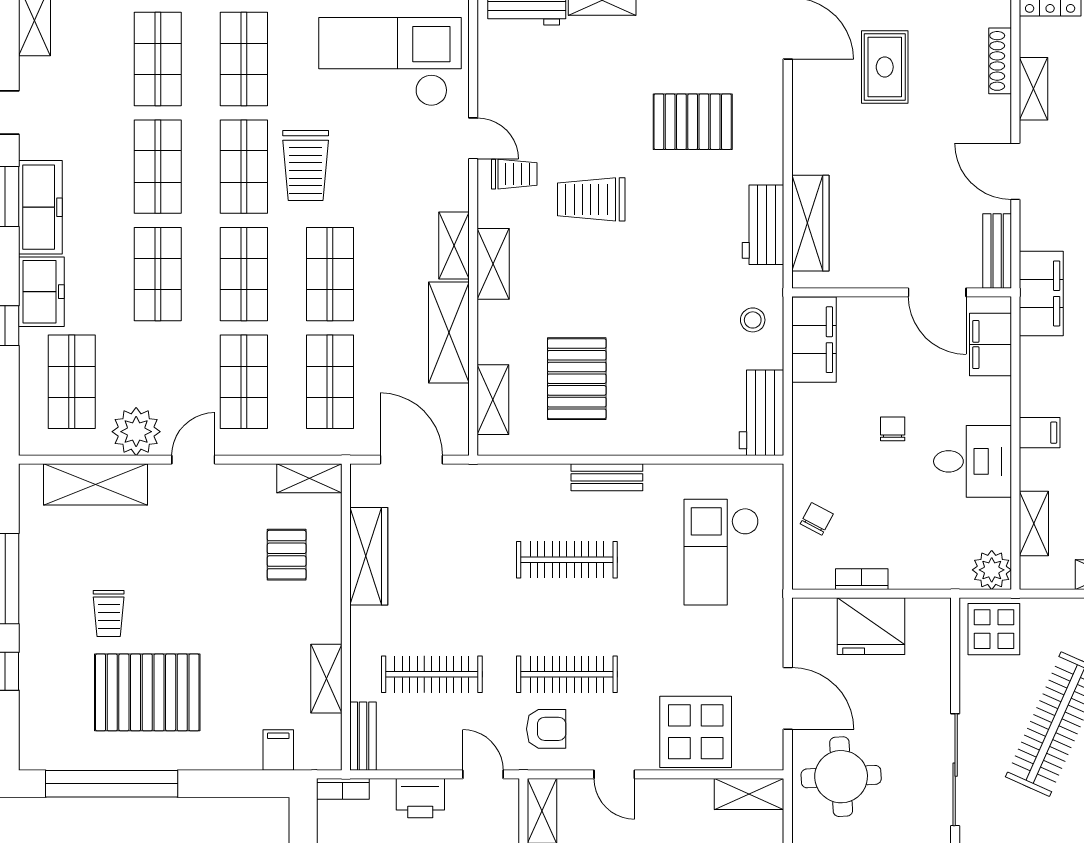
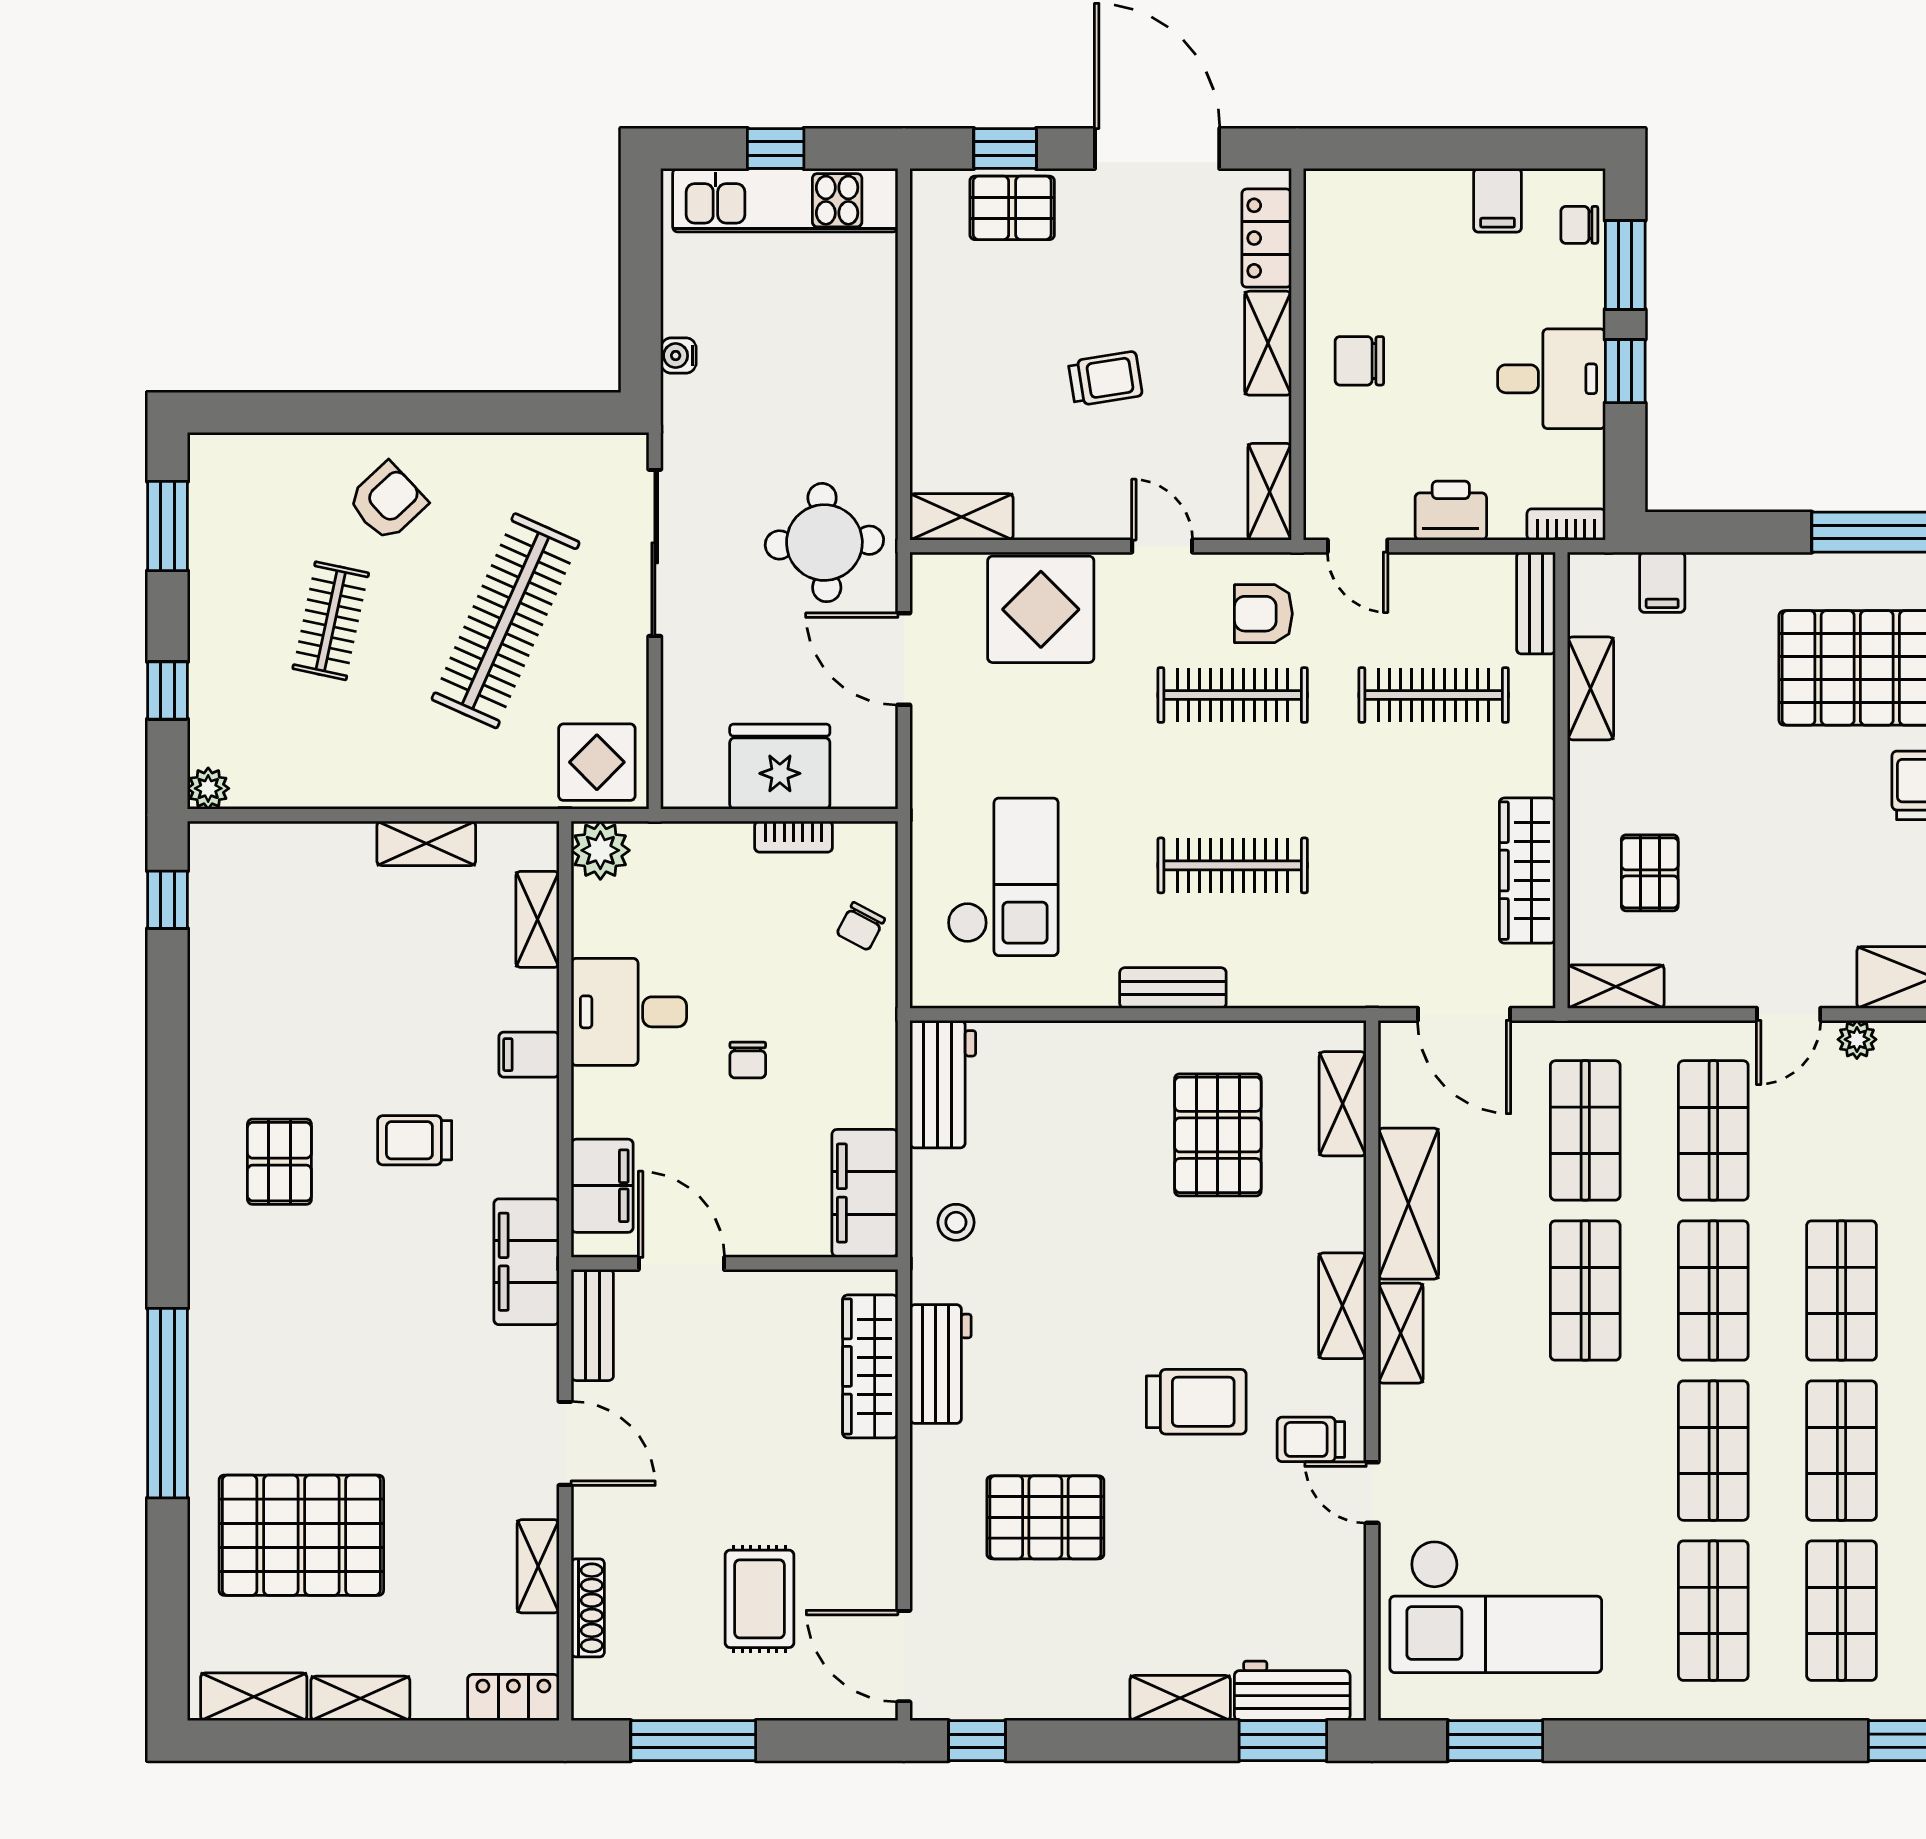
trolley: (306, 166) -> (1621, 1452), removed
plant: (136, 432) -> (1857, 1039), width x0.53, depth x0.53

